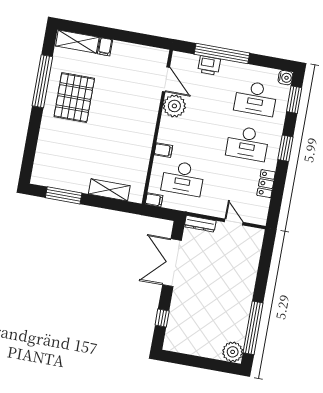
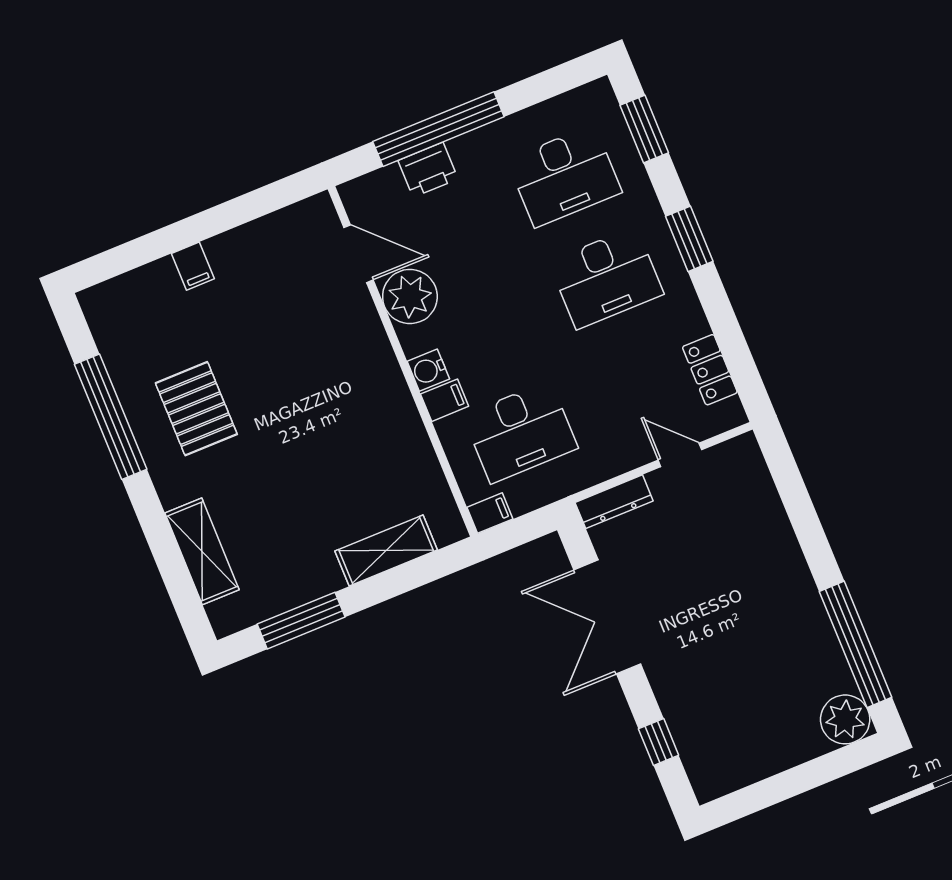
shelving: (77, 42) -> (202, 551), moved, turned 90
water cooler: (285, 78) -> (428, 370), moved, turned 180
pallet: (74, 98) -> (196, 409), width x0.73, depth x0.71
locker: (266, 184) -> (710, 370), moved

